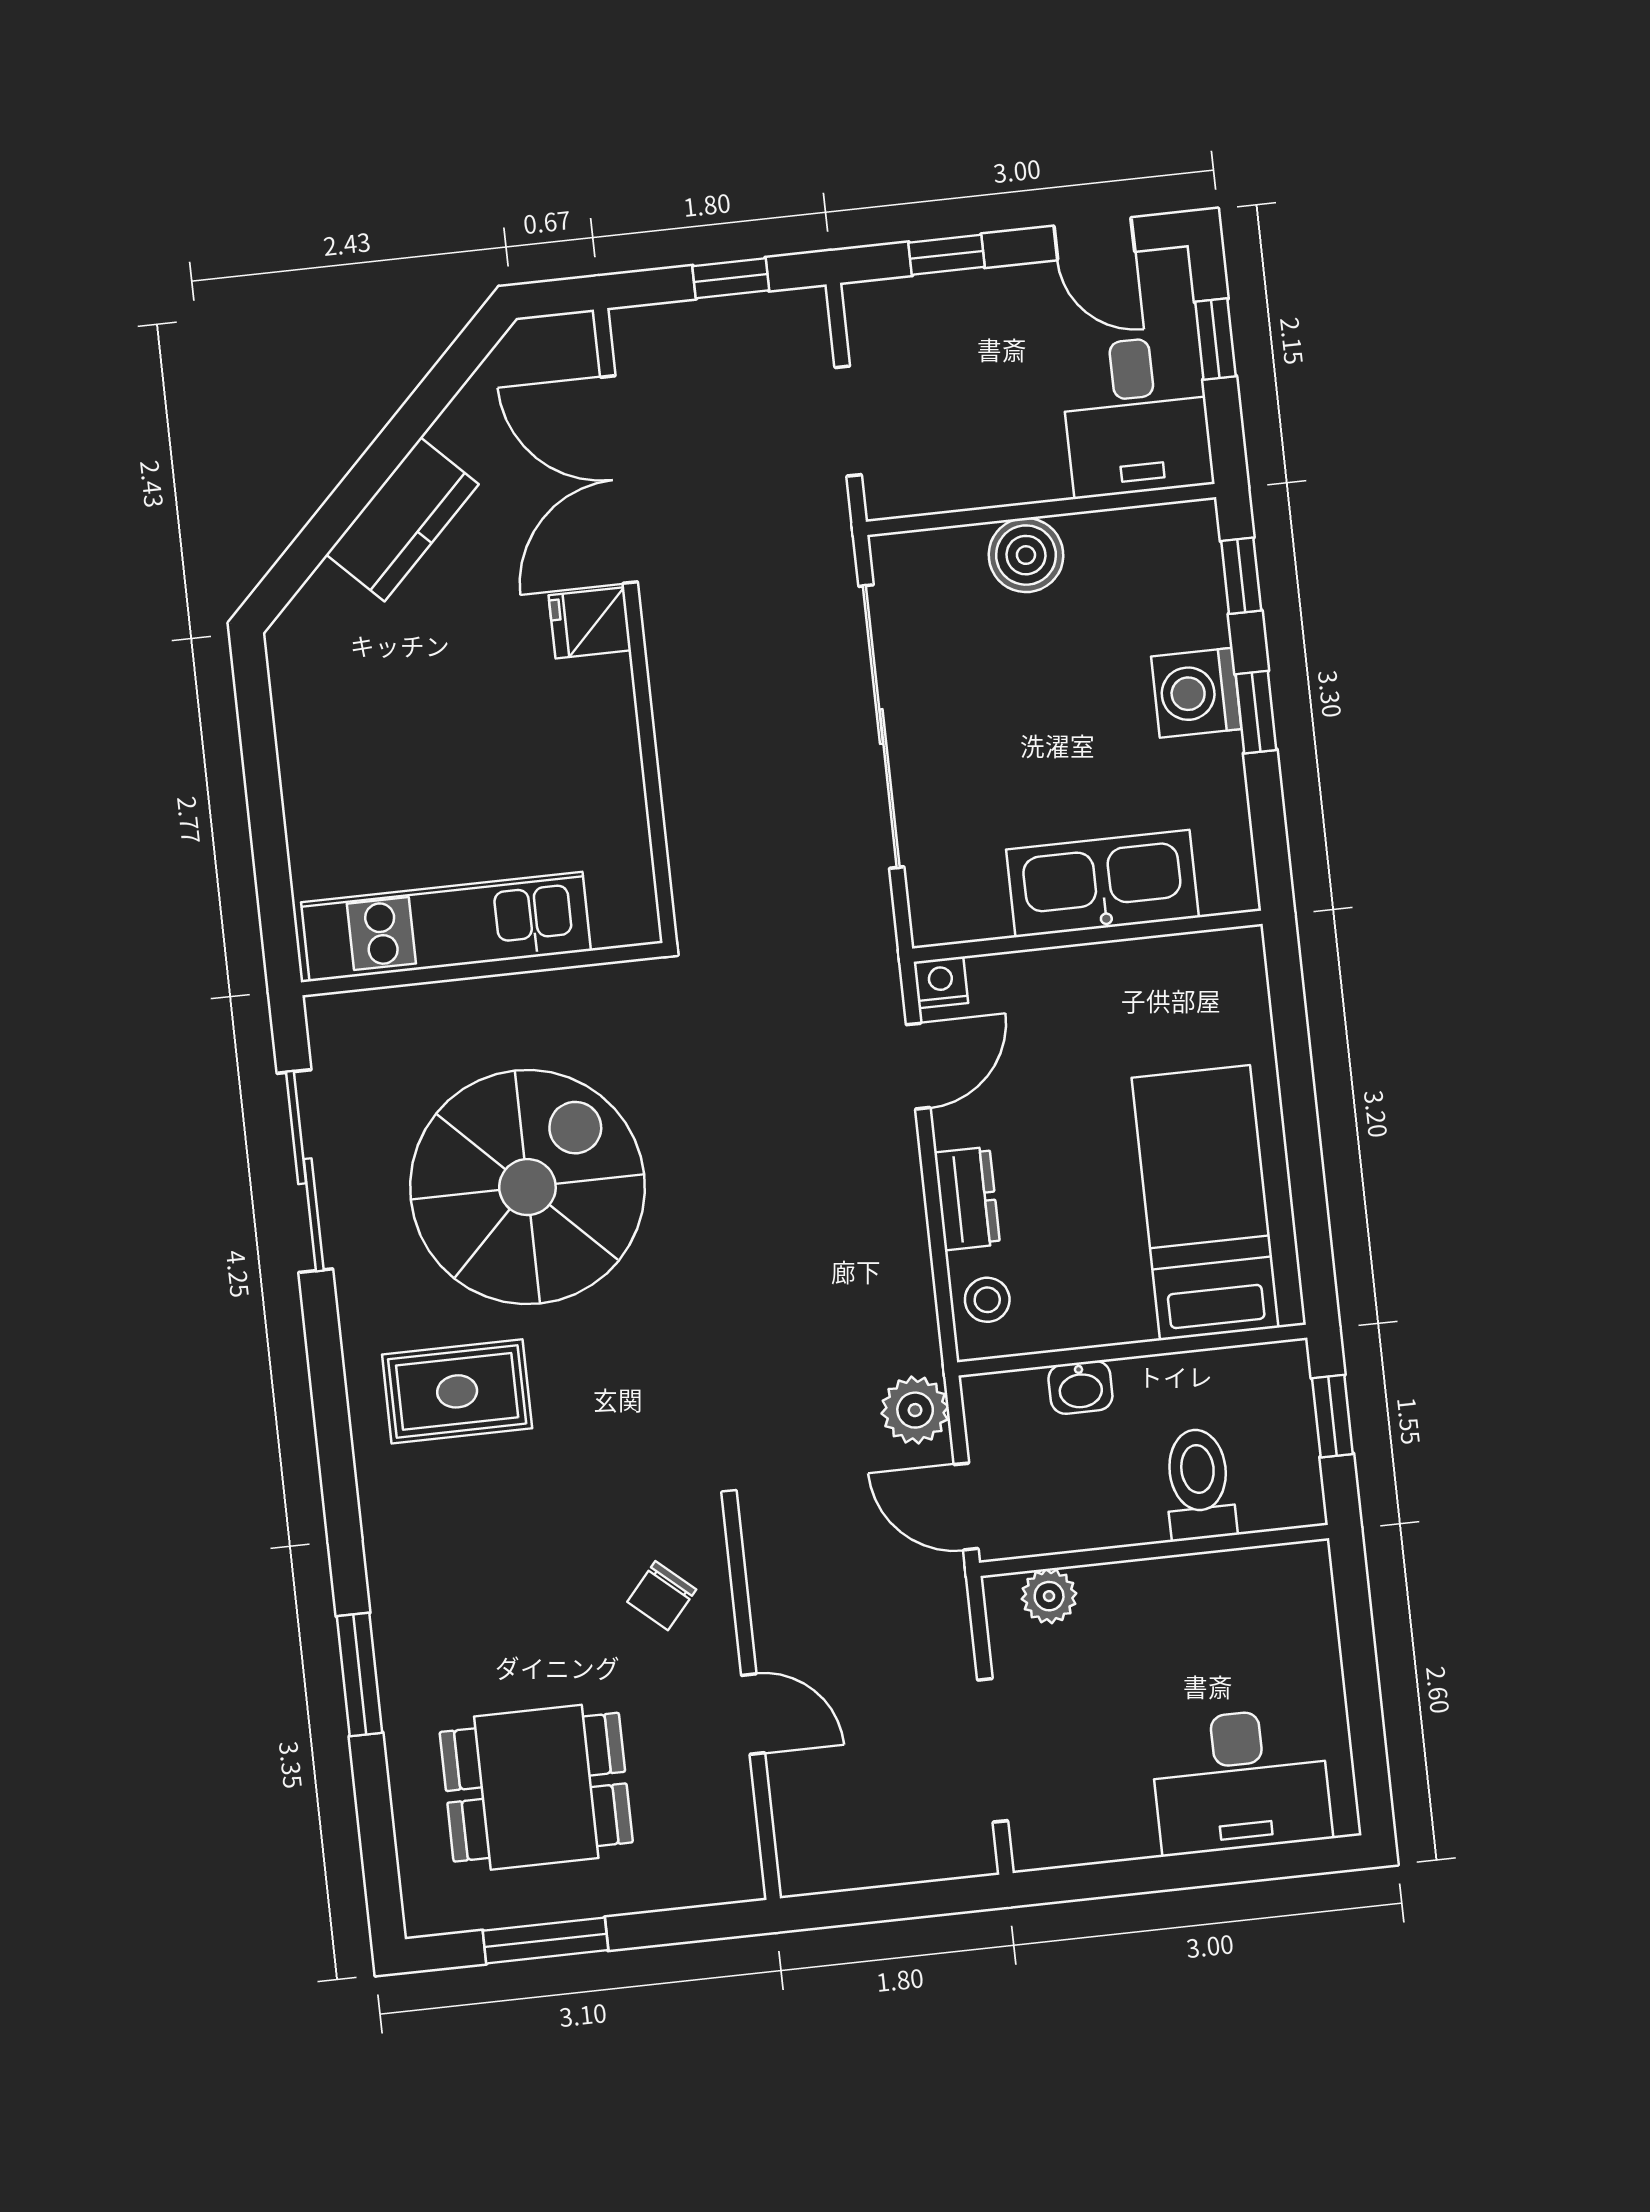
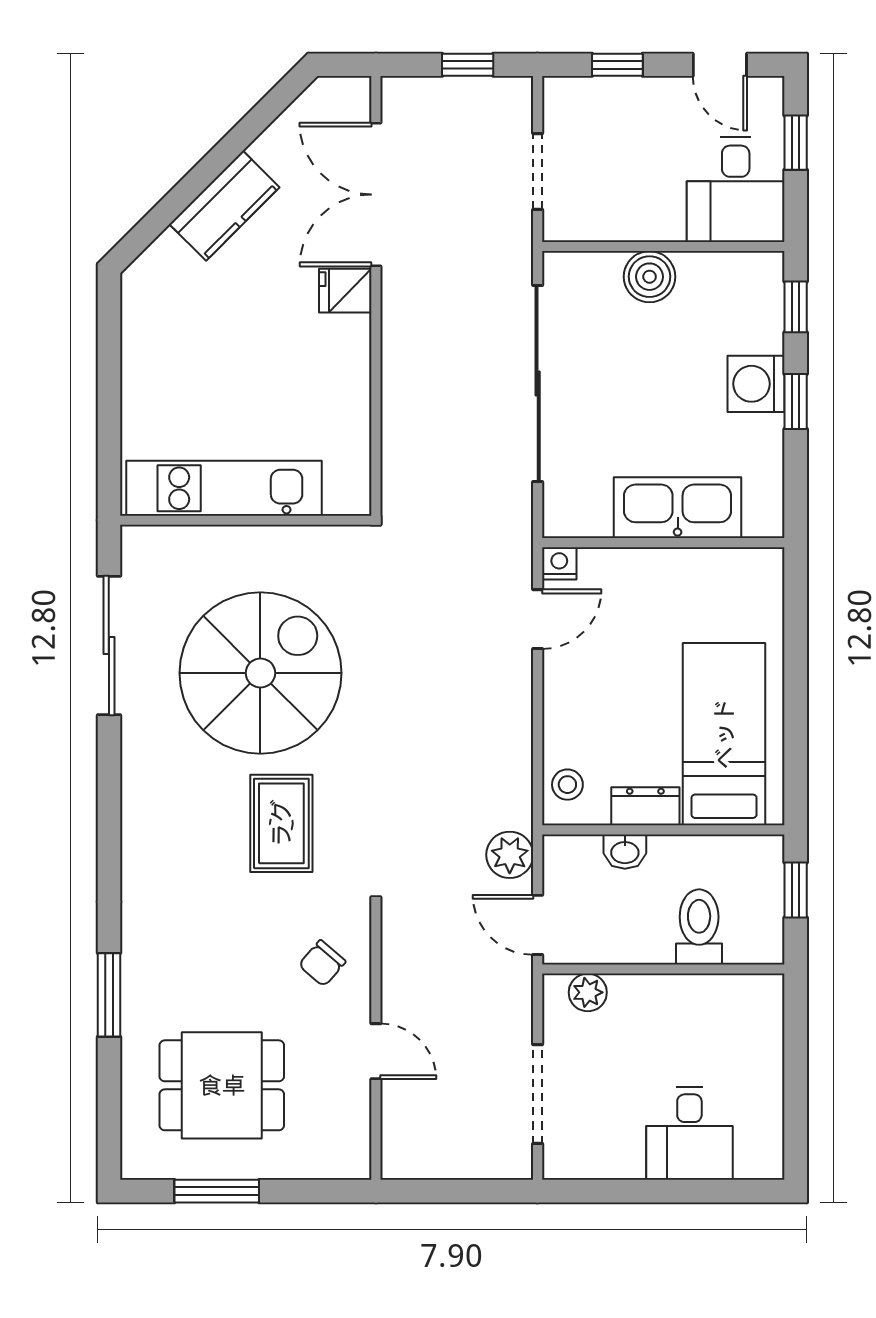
dresser: (967, 1199) -> (645, 806), moved, turned -90
rug: (457, 1391) -> (281, 823), moved, turned 90
desk: (1241, 1781) -> (689, 1133), width x0.73

